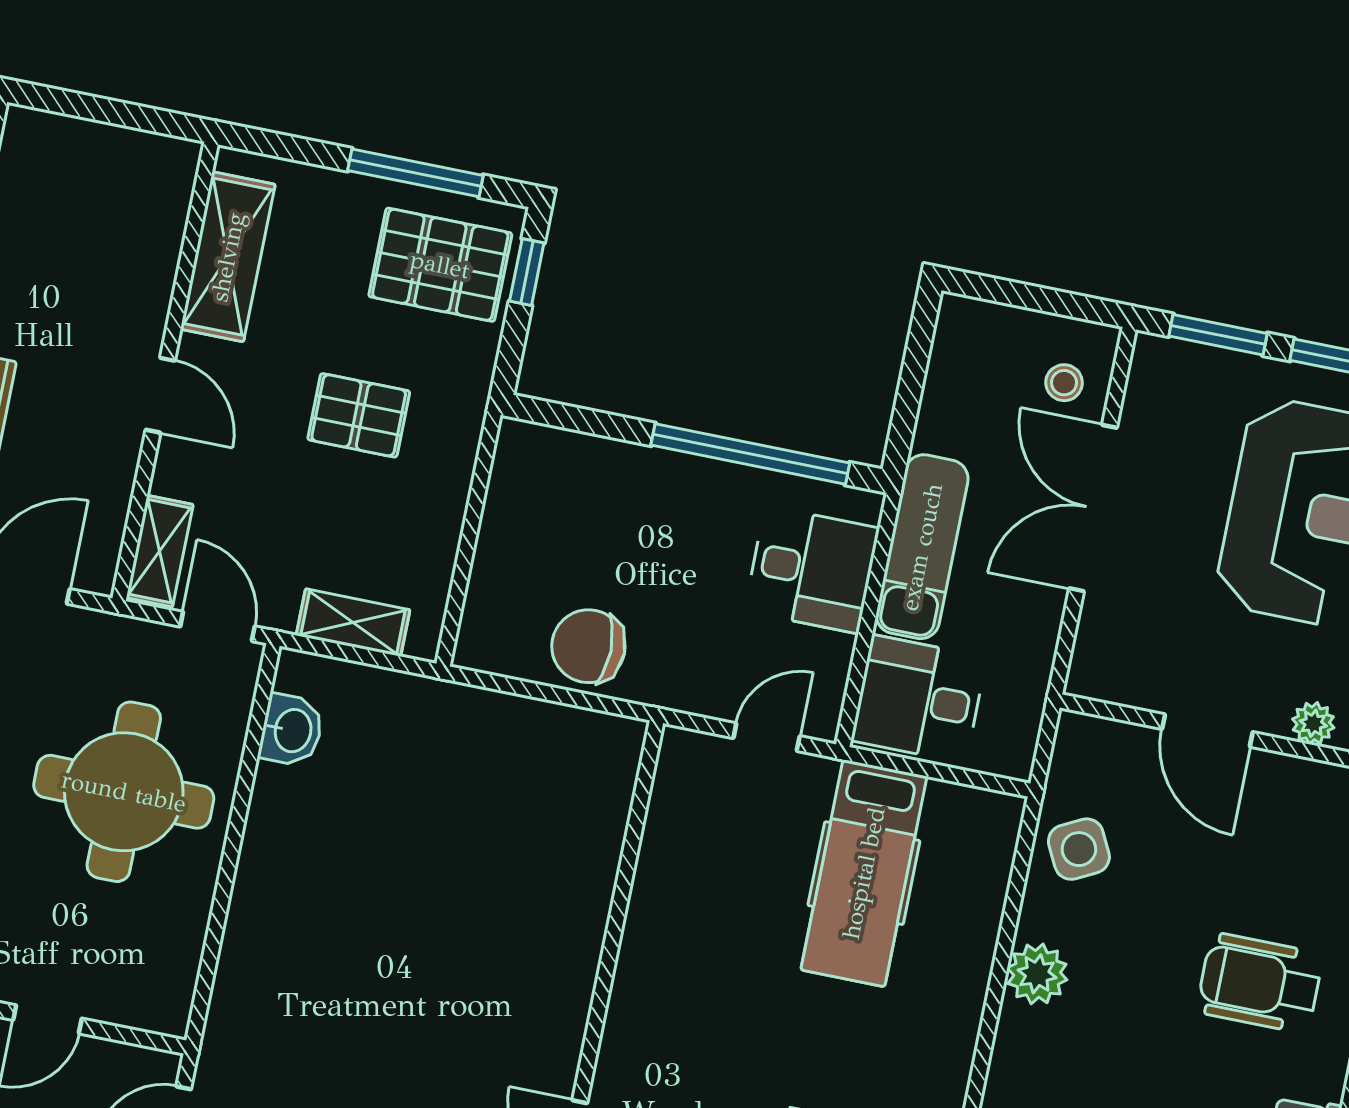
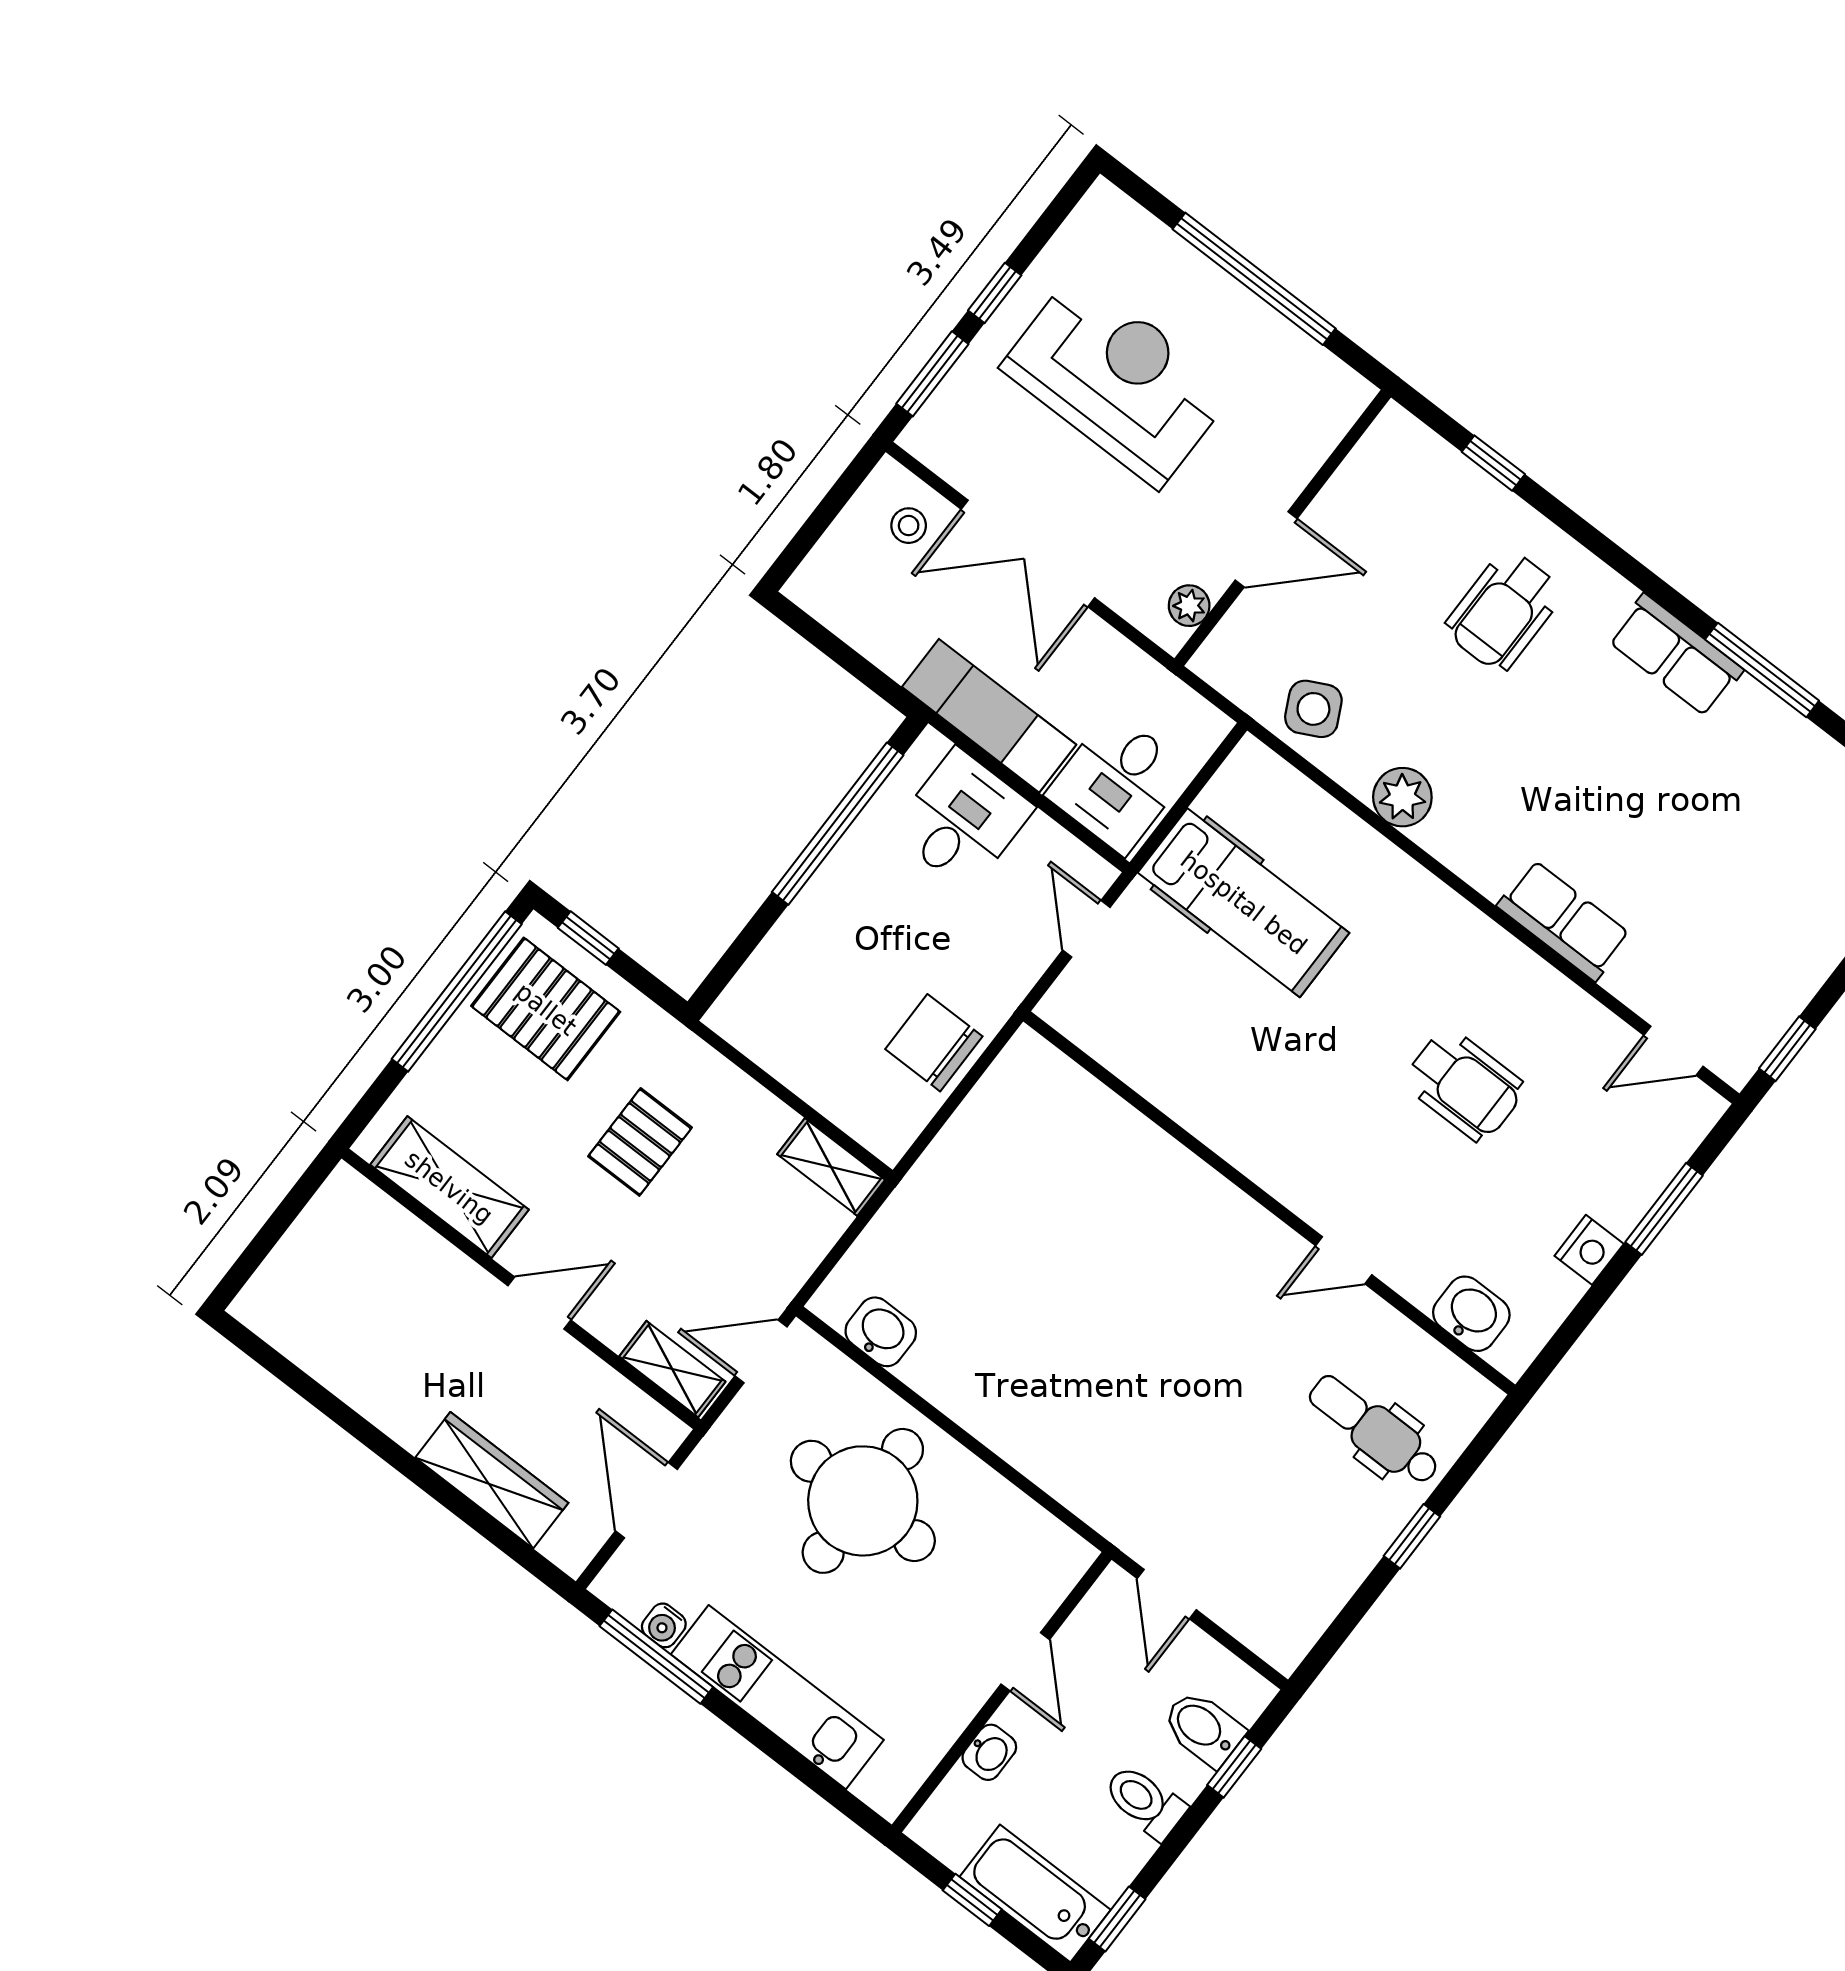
window: (415, 173) -> (457, 992), width x1.46
pallet: (440, 265) -> (546, 1009), turned 90
shelving: (353, 623) -> (831, 1167), moved, turned 90
chair: (588, 646) -> (934, 1043), turned 90
plant: (1313, 723) -> (1189, 606), moved

